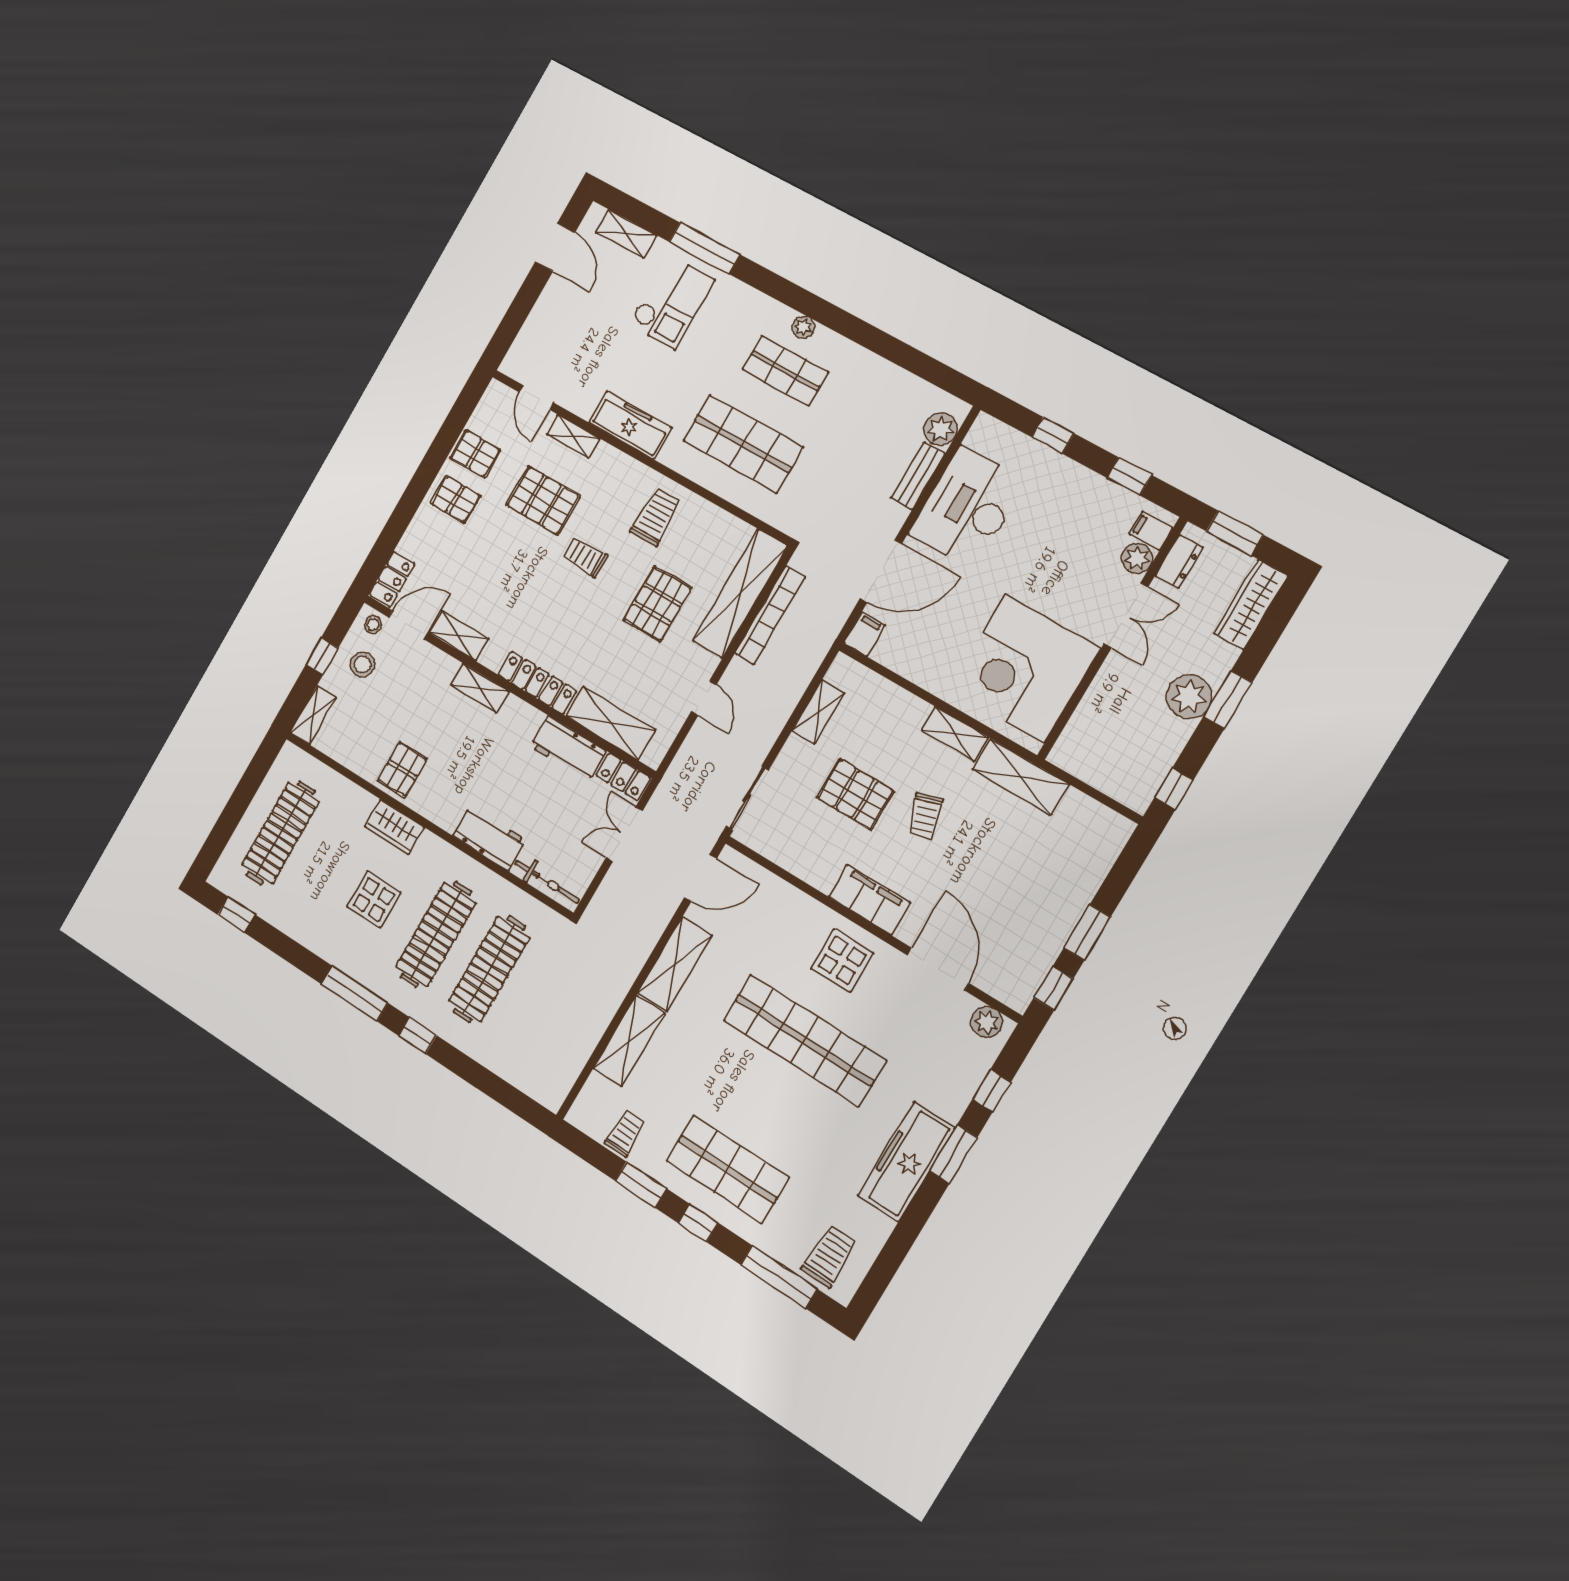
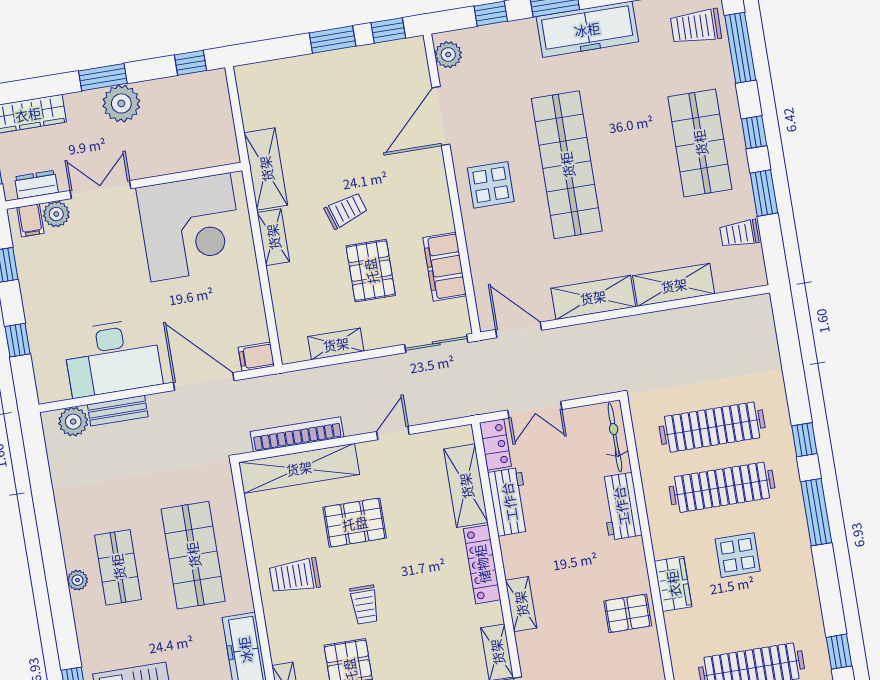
filing cabinet: (869, 900) -> (445, 267), moved

